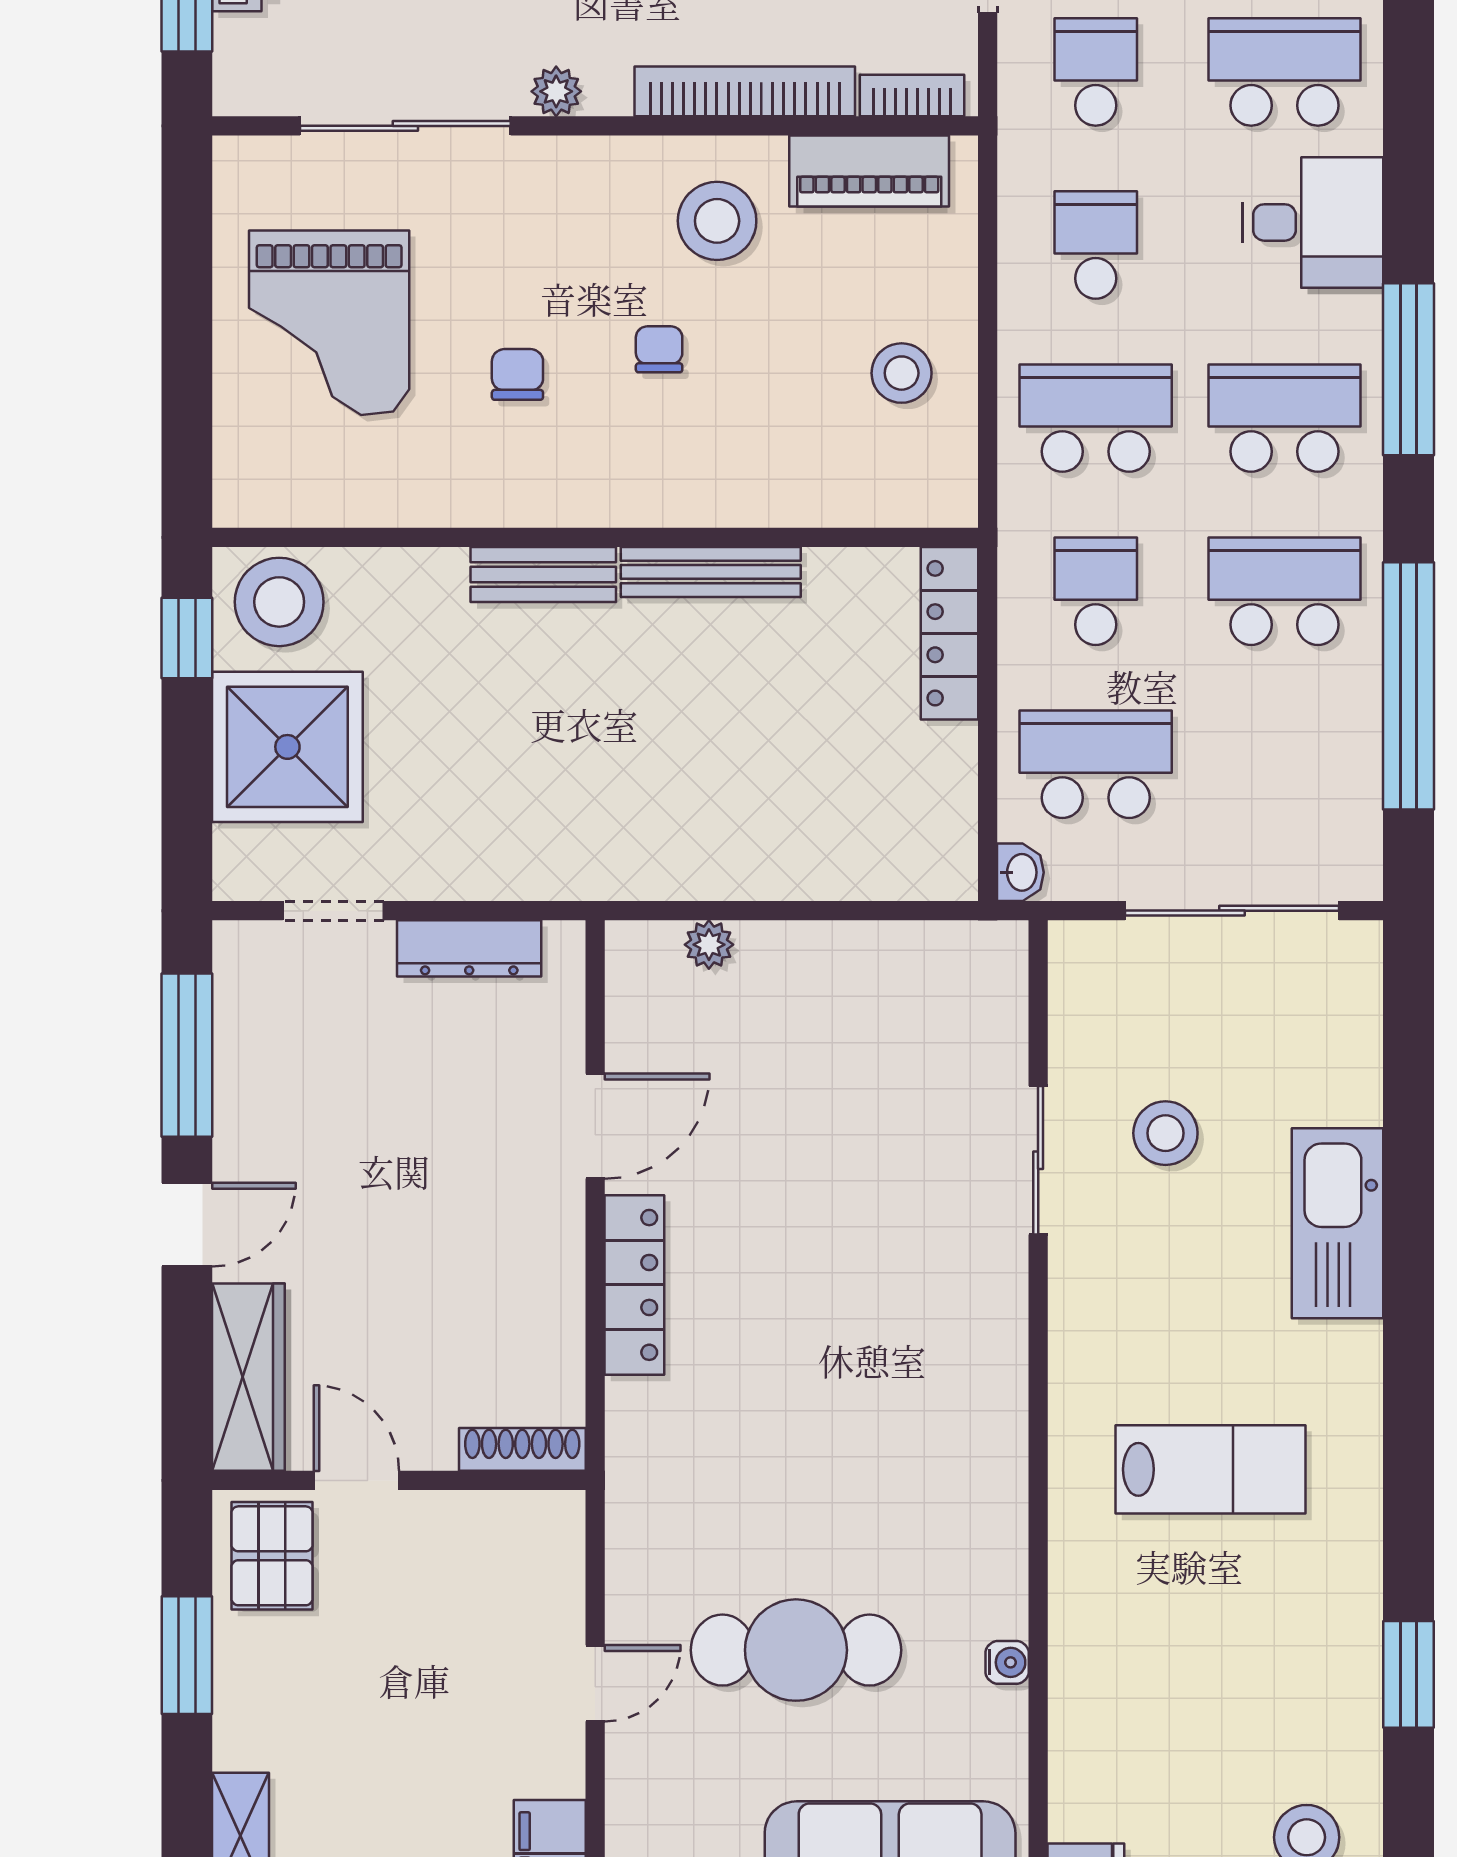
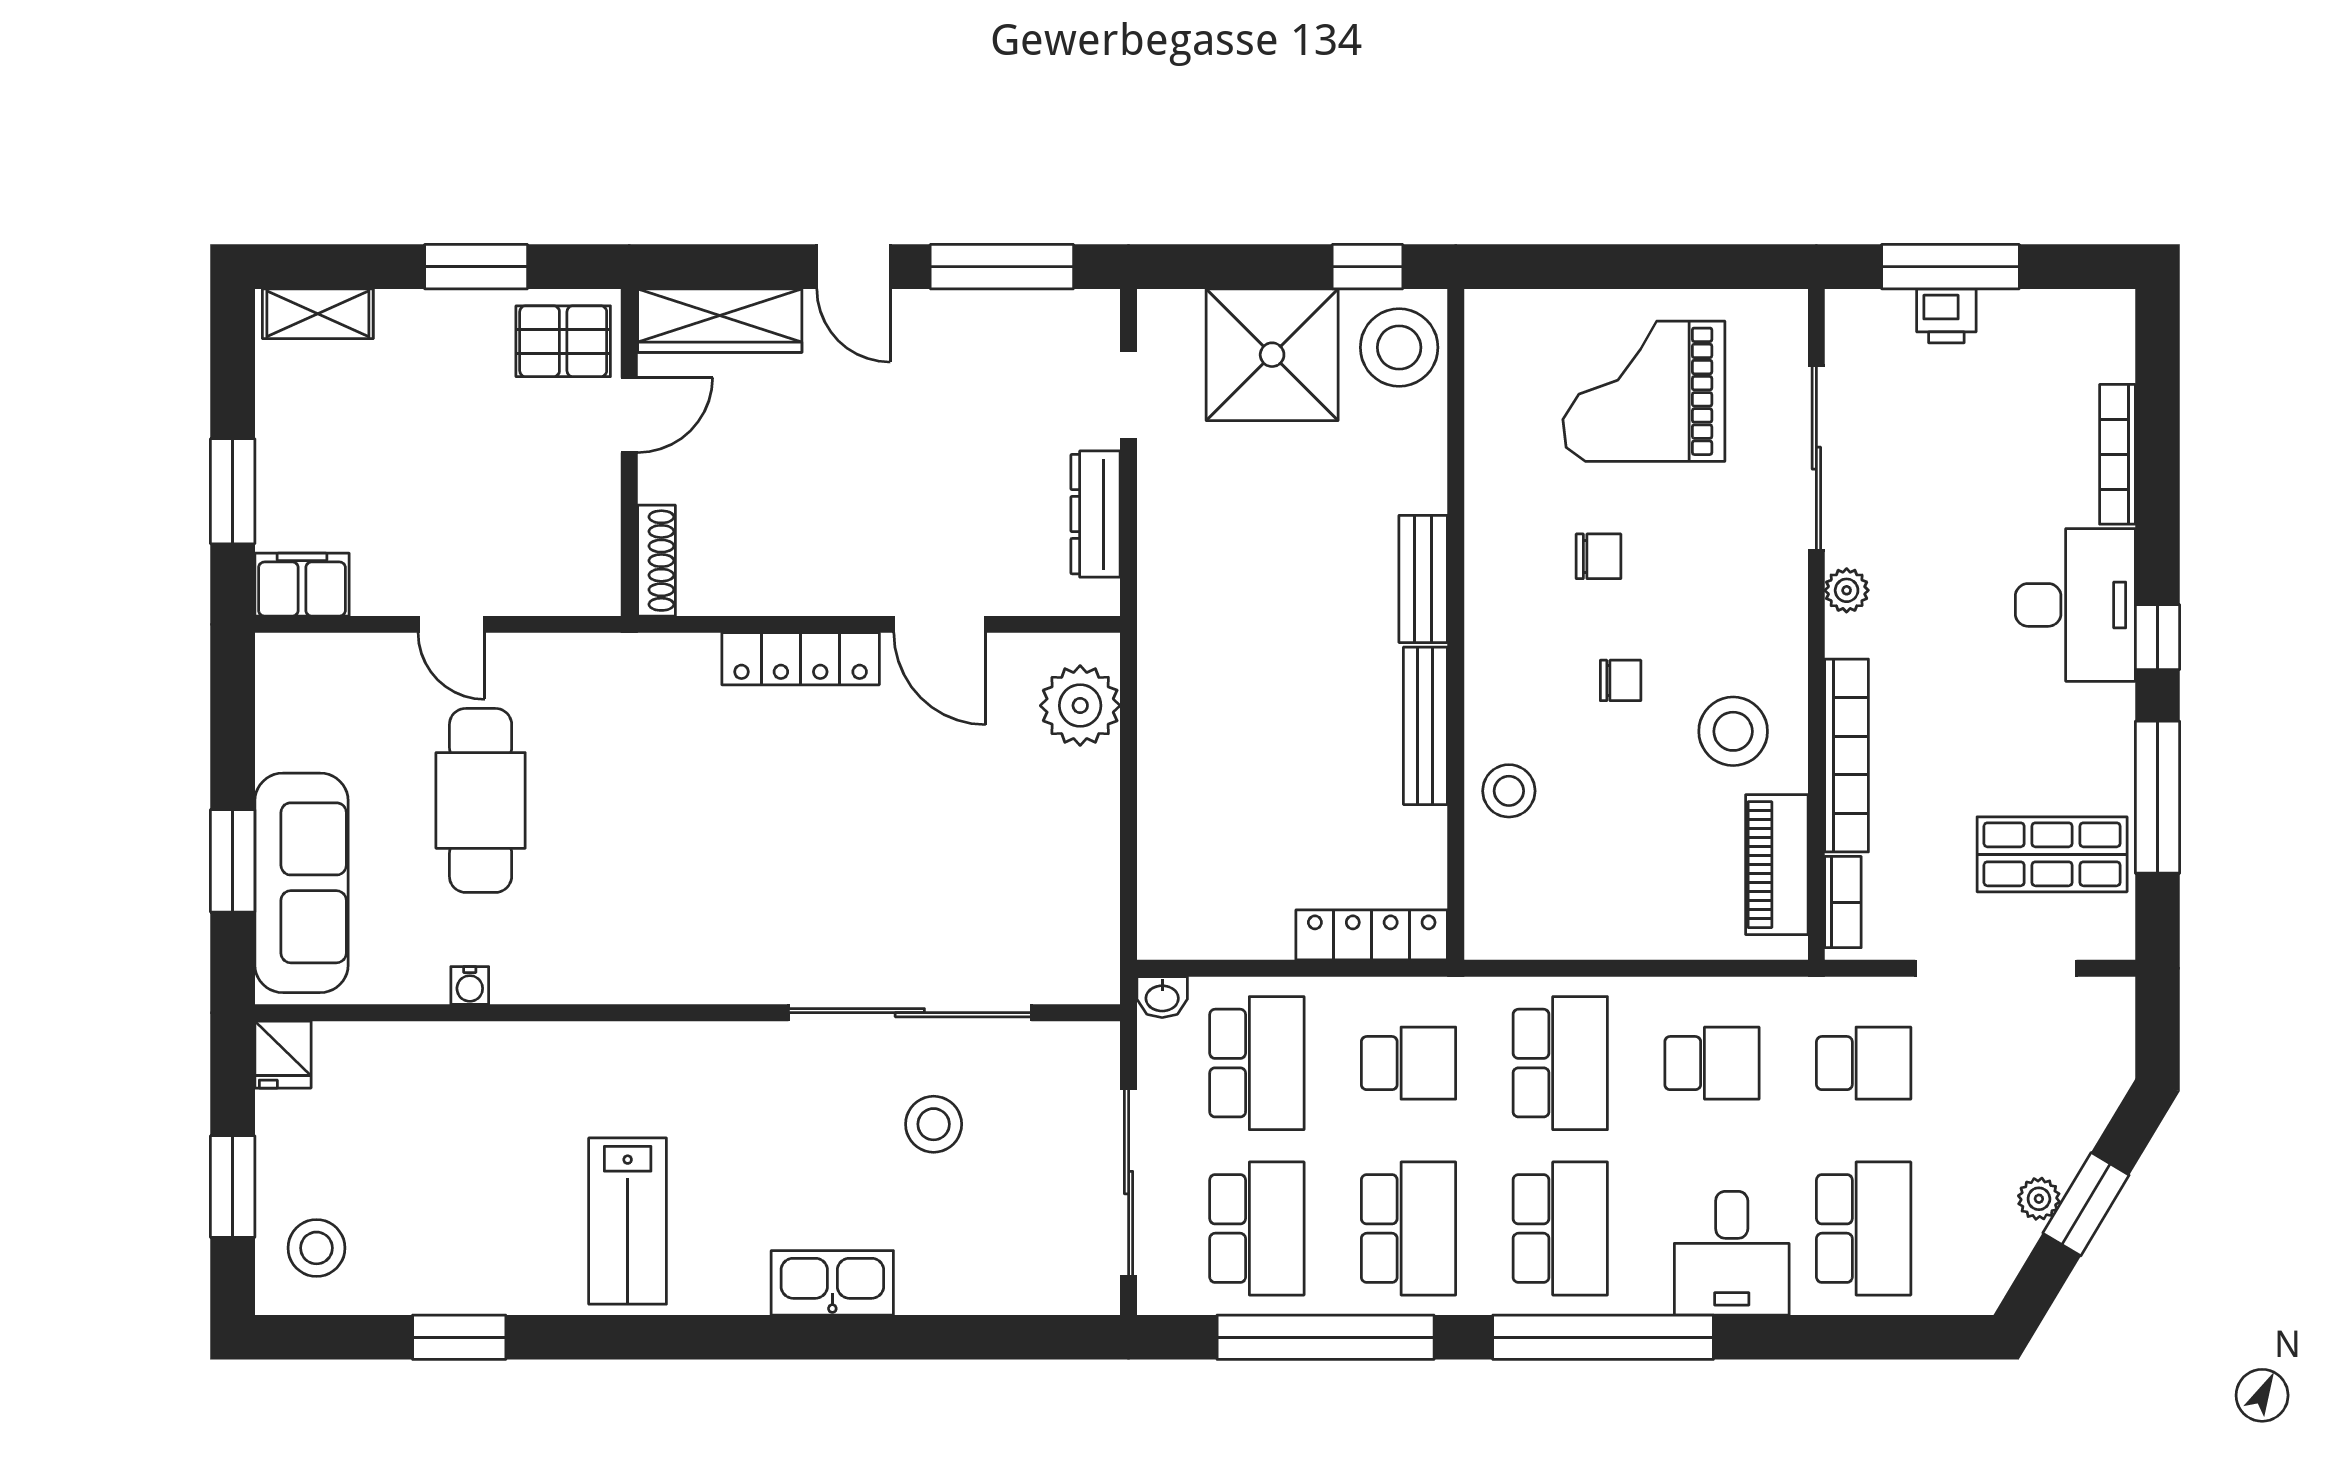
window: (1408, 369) -> (1603, 1337), width x1.46
stool: (902, 373) -> (1509, 791), moved
school desk: (1284, 764) -> (1257, 1229), added
plant: (709, 945) -> (1080, 706), width x1.88, depth x1.88
sliding door: (1038, 1160) -> (910, 1013), width x1.86
kitchen sink: (1337, 1223) -> (832, 1283), width x0.73, depth x0.81
lab bench: (1210, 1469) -> (628, 1221), moved

